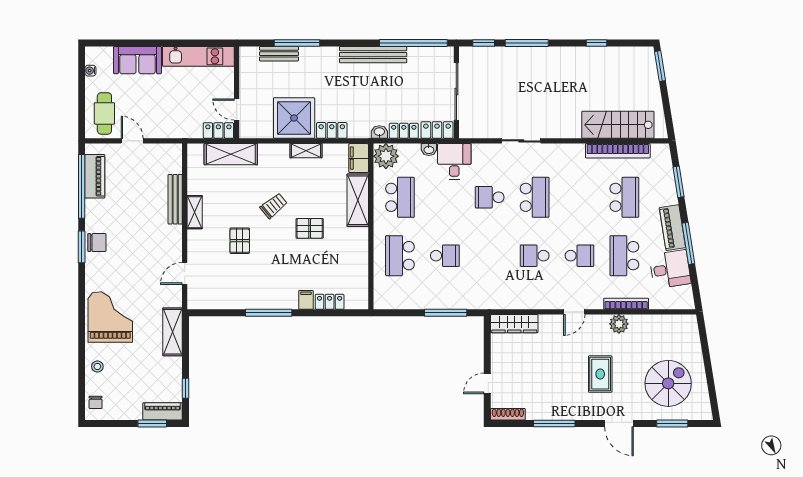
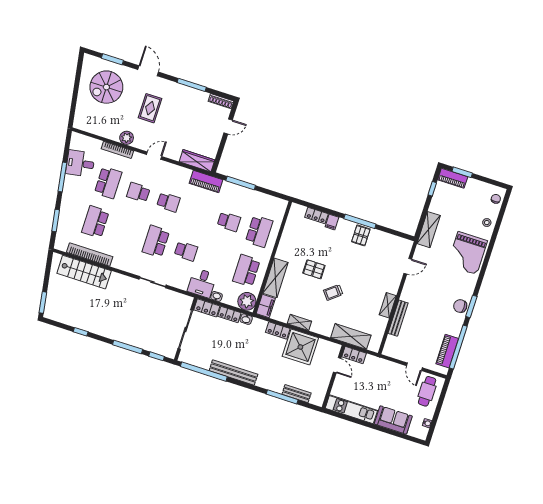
piano: (672, 228) -> (206, 182), moved, turned 99
pallet: (240, 241) -> (361, 235), moved
school desk: (445, 256) -> (229, 222), turned 180

